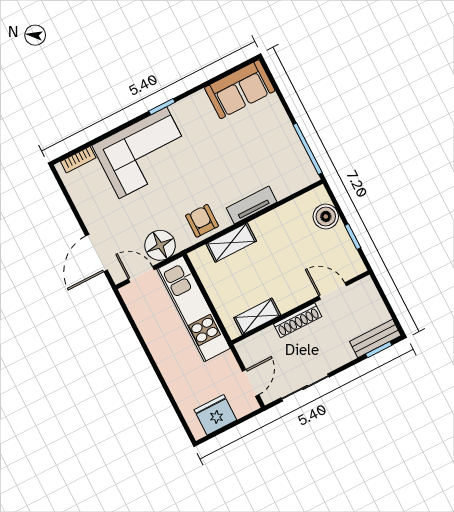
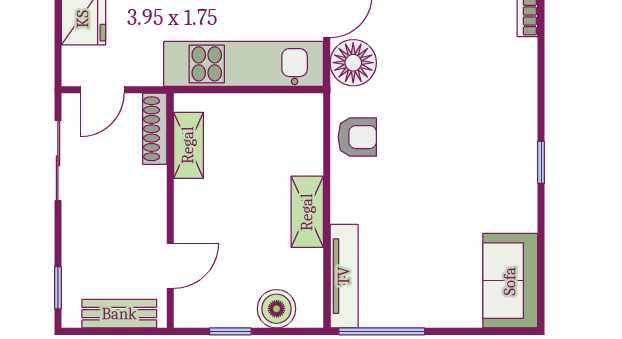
corner sofa: (143, 153) -> (492, 104), removed
tv unit: (252, 205) -> (344, 276), moved, width x1.41
shelving: (231, 243) -> (307, 212), moved
shoe rack: (298, 320) -> (155, 129), moved
bench: (375, 338) -> (119, 314), moved, turned 90
door: (251, 383) -> (102, 90), hinge flipped

